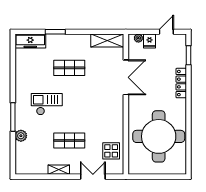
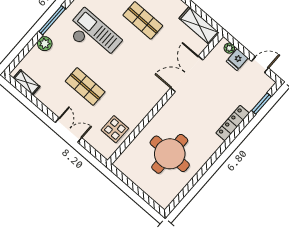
double door: (126, 77) -> (187, 74), swing flipped
checkout: (47, 104) -> (93, 35), width x1.36, depth x1.21
round table: (159, 136) -> (170, 154), width x0.73, depth x0.73
shelving: (59, 170) -> (27, 82), moved
double door: (93, 177) -> (68, 130), moved

